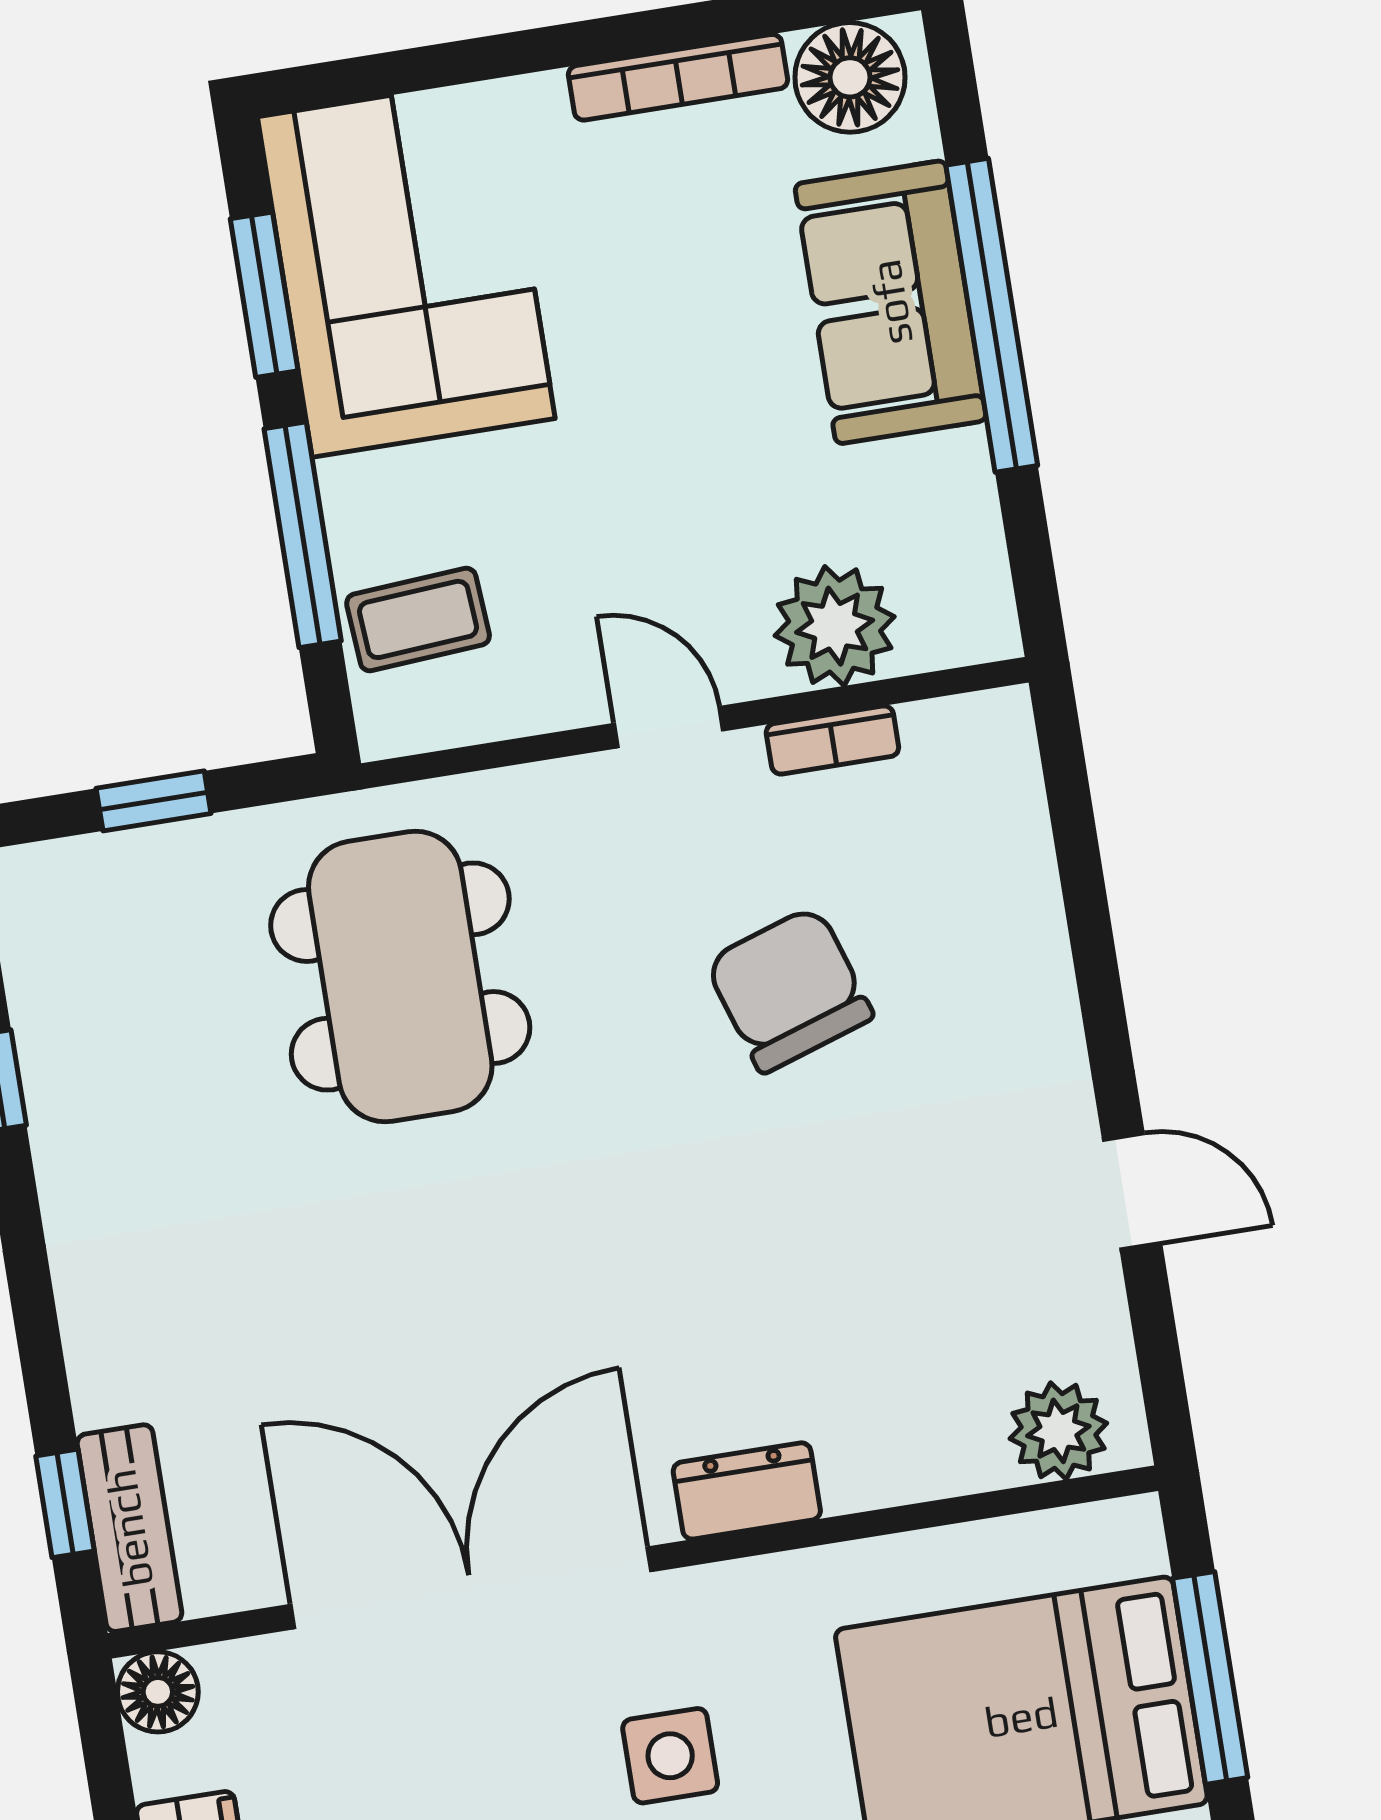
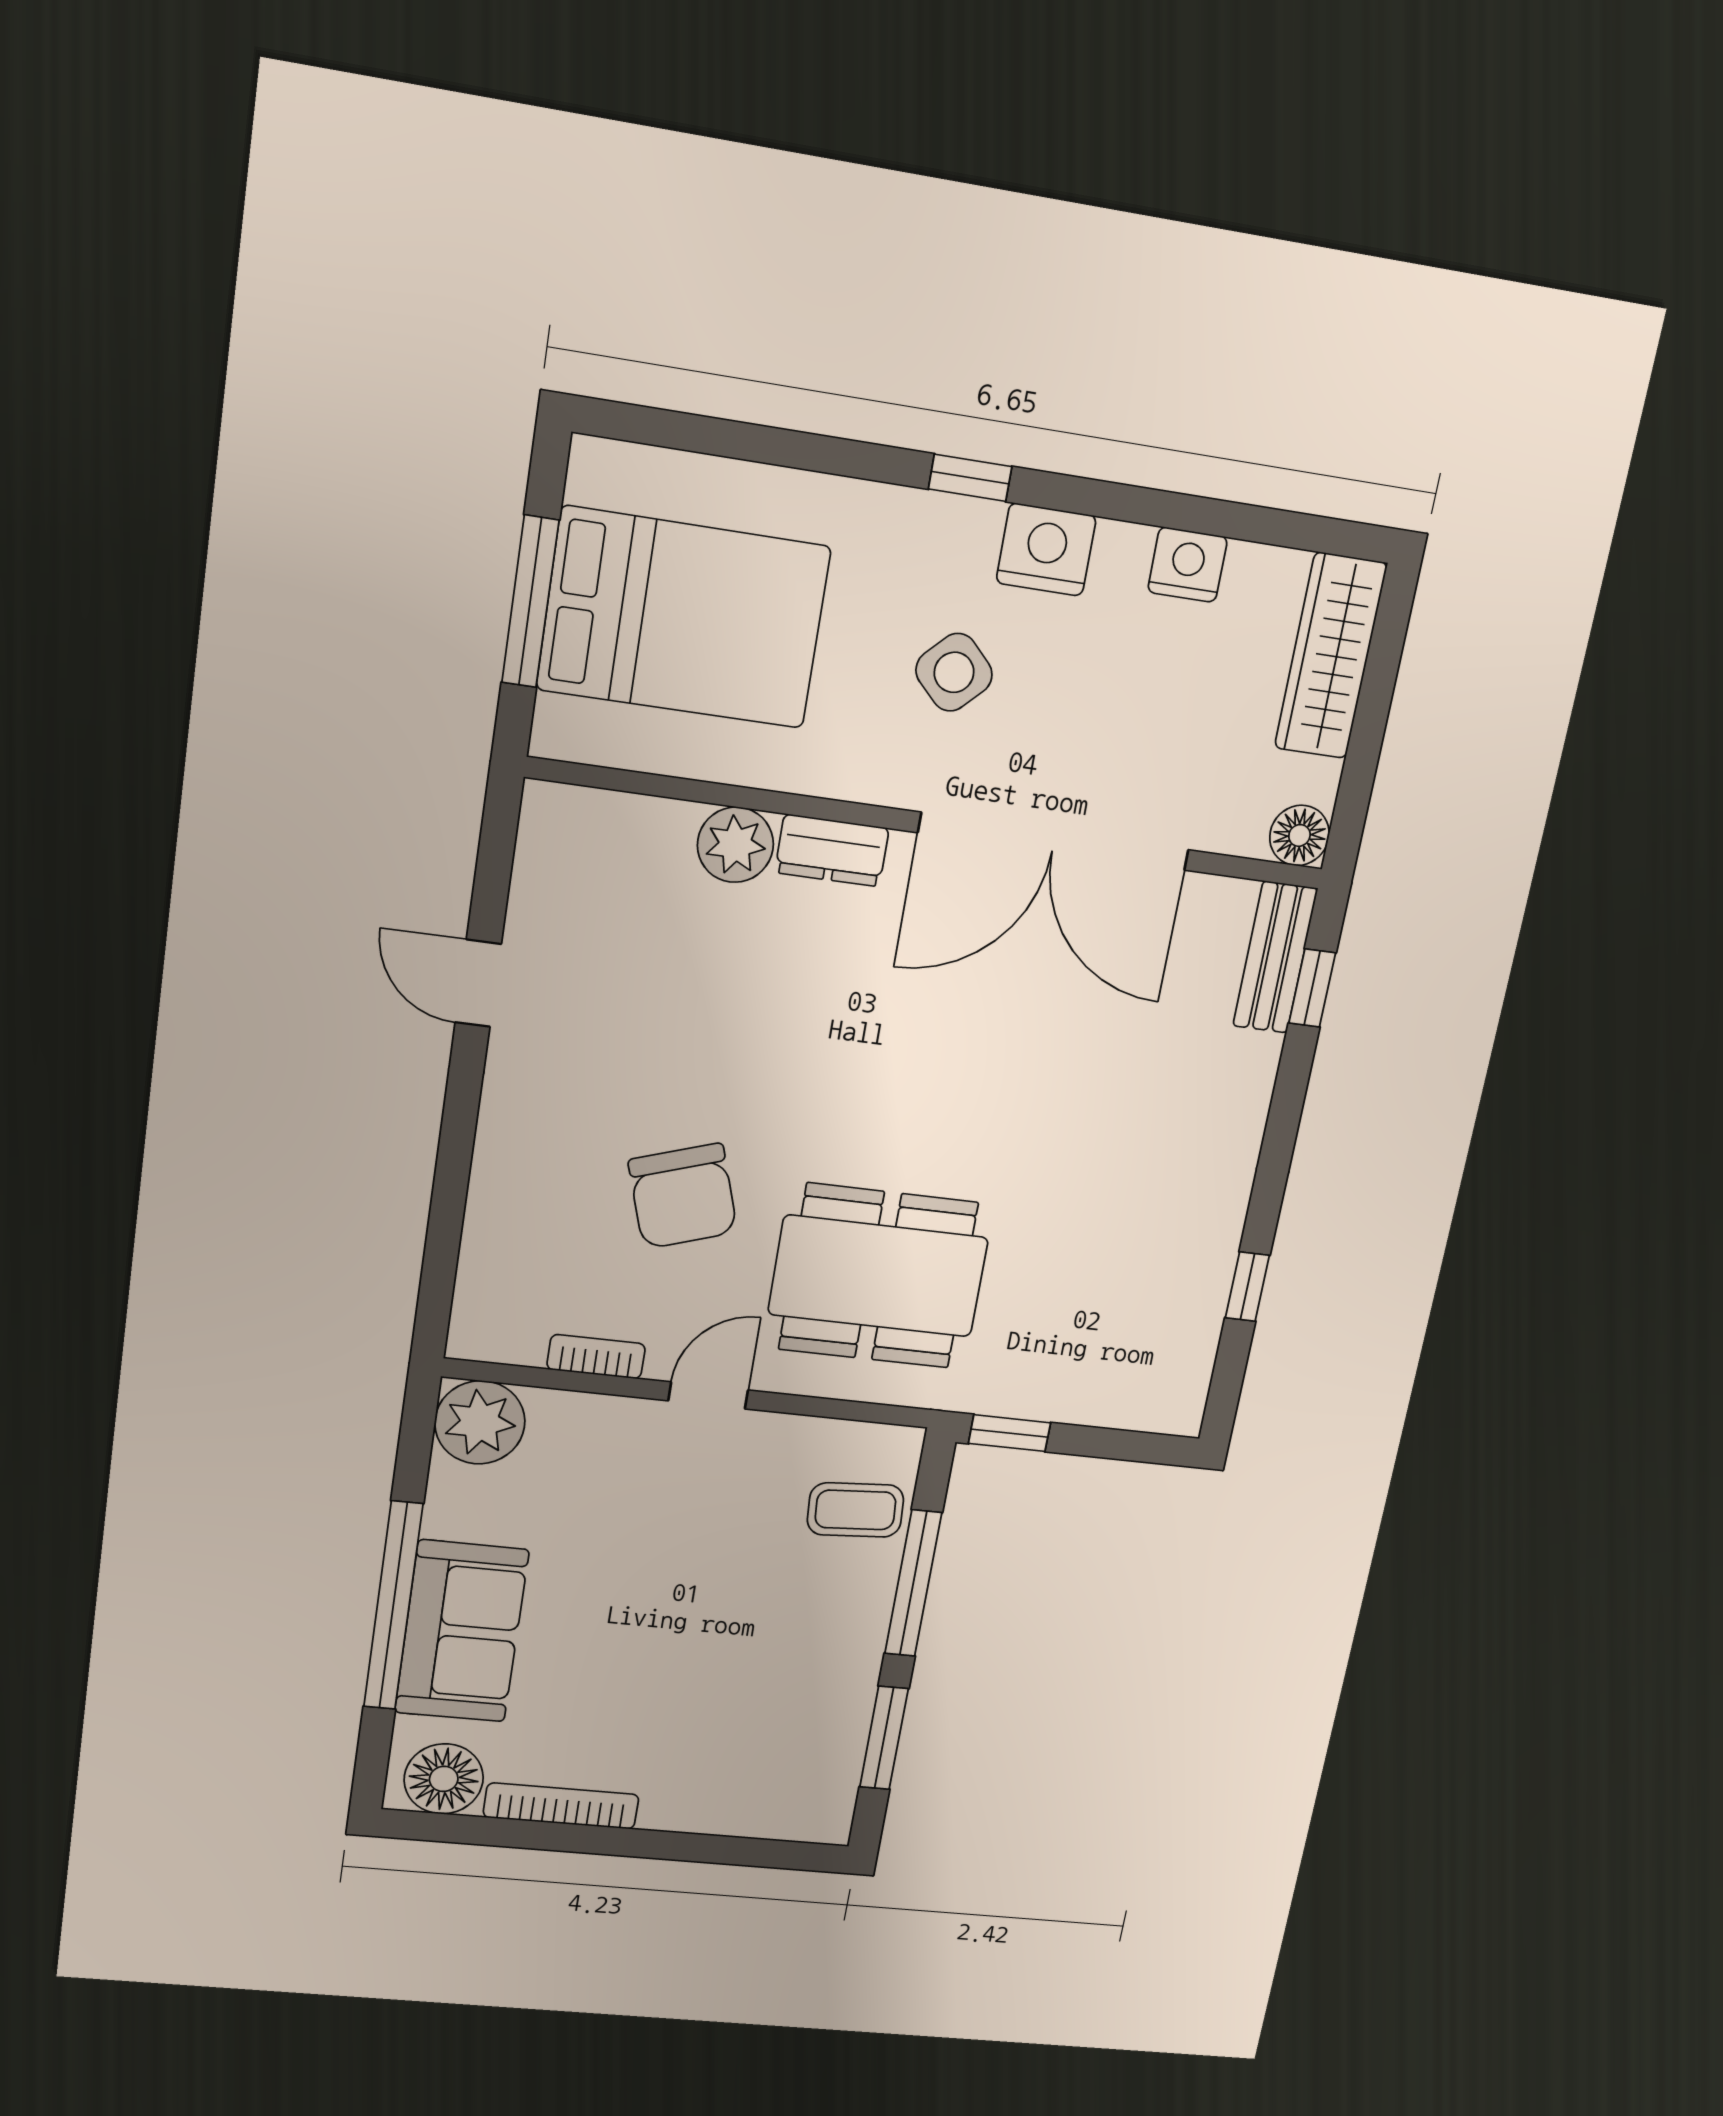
corner sofa: (406, 268) -> (784, 1732), removed
plant: (835, 626) -> (480, 1422), moved
door: (669, 727) -> (708, 1395), swing flipped
window: (154, 801) -> (1010, 1433), moved
dining table: (400, 977) -> (878, 1276), moved, turned 90
plant: (1058, 1431) -> (735, 845), moved
side table: (670, 1756) -> (954, 672), turned 45

